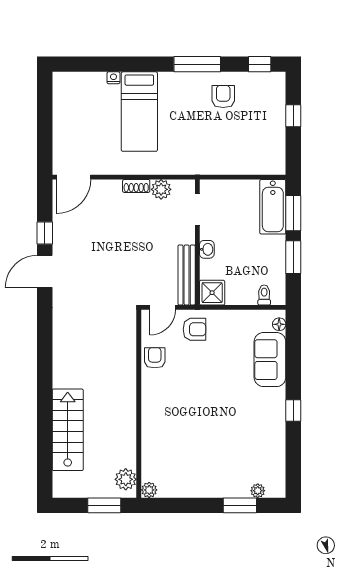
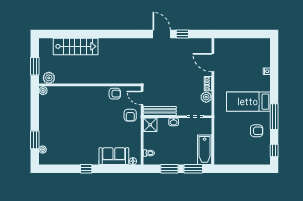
bed: (139, 112) -> (248, 102), moved
window: (293, 116) -> (246, 169), removed
door: (74, 177) -> (213, 63), moved
bathtub: (273, 207) -> (205, 150), moved, turned -90

